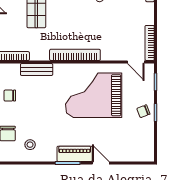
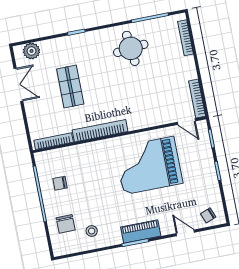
bookcase: (75, 55) -> (100, 131), moved
bench: (37, 69) -> (83, 150), removed
chair: (143, 111) -> (208, 215), moved
door: (101, 163) -> (185, 233), moved

